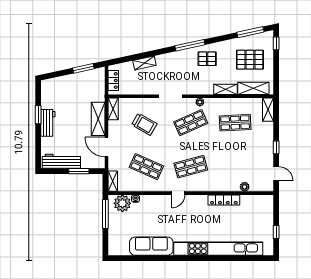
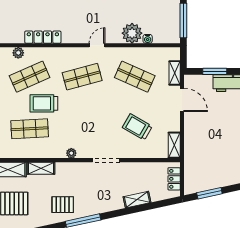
shelving: (98, 119) -> (192, 133), removed
shop shelf: (191, 123) -> (30, 77), moved
trolley: (223, 144) -> (44, 103), added
shelving: (113, 181) -> (175, 73), moved
plant: (122, 203) -> (132, 33), moved

